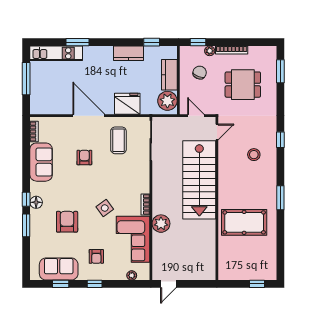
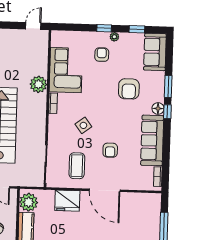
sofa: (41, 162) -> (152, 140), width x1.36
side table: (105, 208) -> (83, 125), moved
sofa: (59, 269) -> (155, 52), moved, turned 90
plant: (132, 275) -> (114, 37), moved

